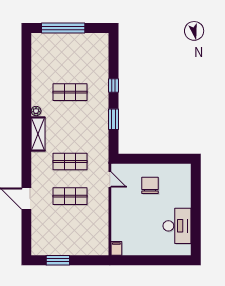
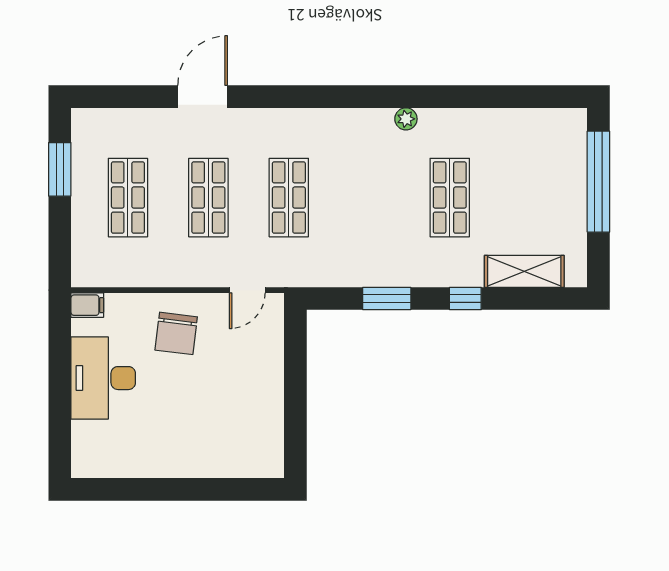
shelving: (38, 134) -> (524, 271), moved
chair: (150, 185) -> (176, 333), moved, turned 97
desk: (177, 226) -> (103, 378), moved, turned 90
shop shelf: (70, 231) -> (128, 198), added

